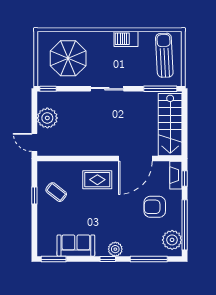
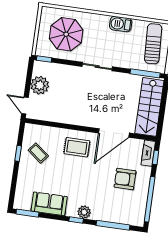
plant: (172, 240) -> (136, 211), removed

